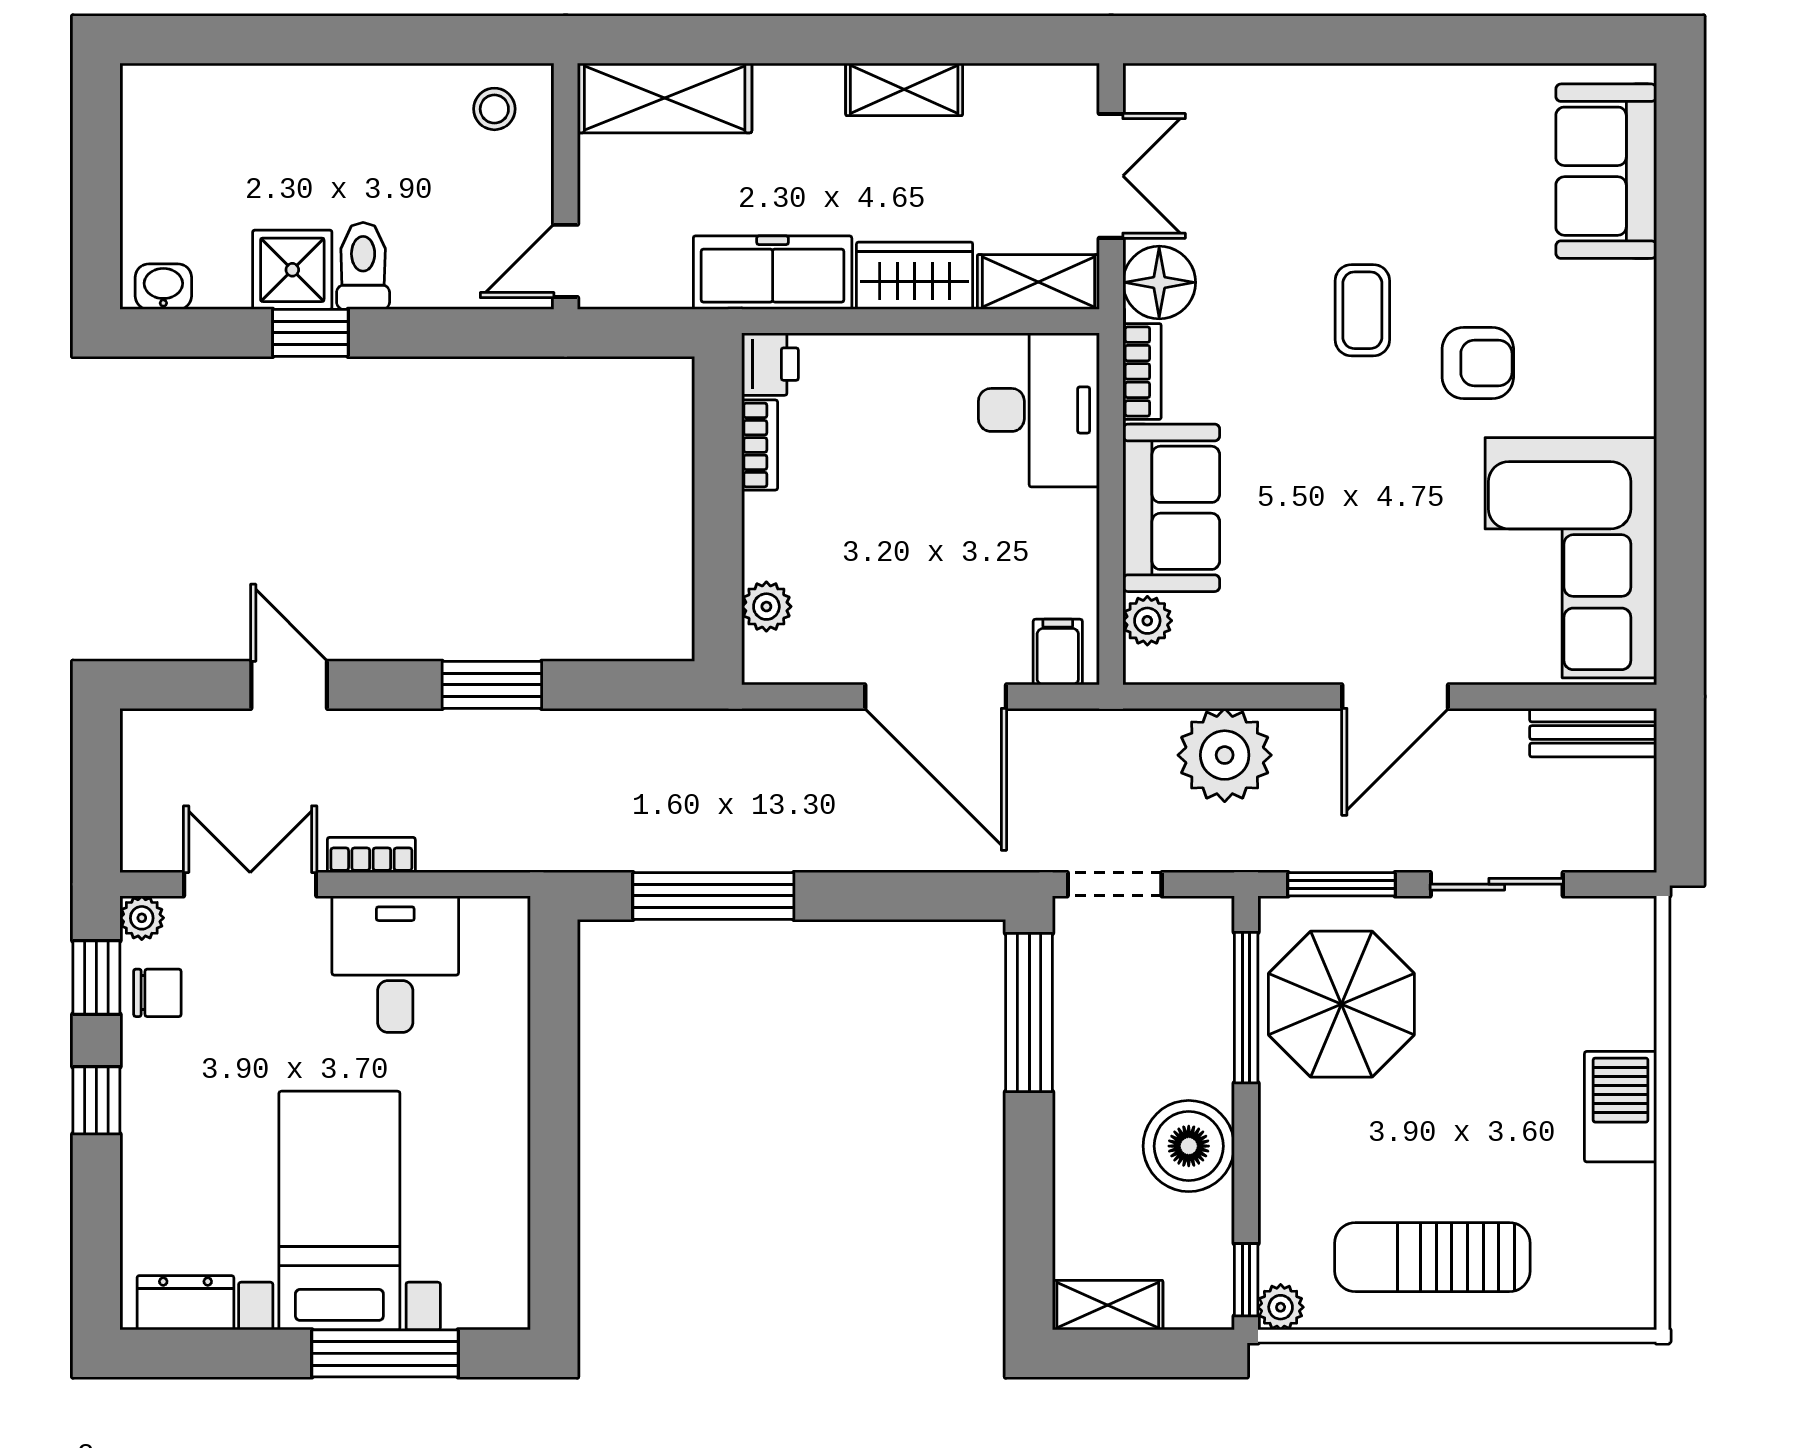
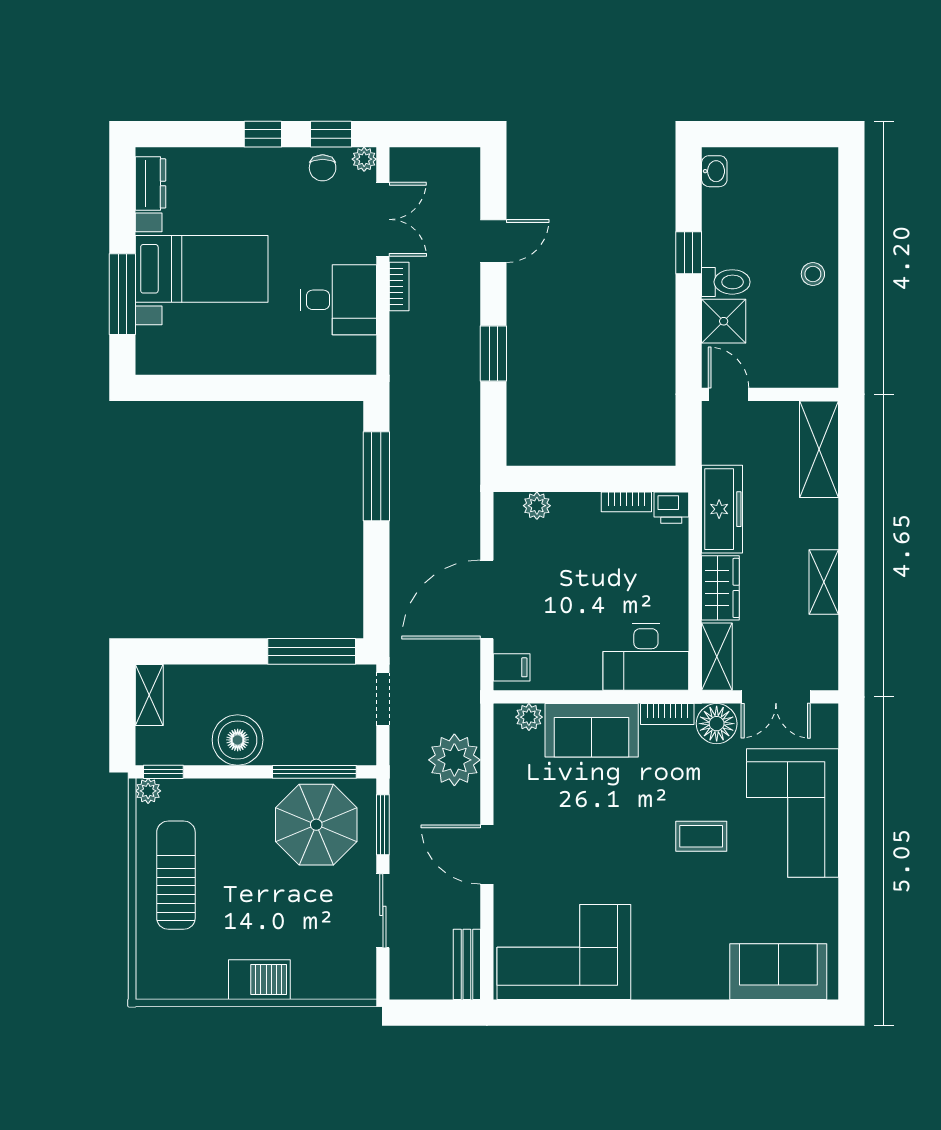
stool: (494, 109) -> (813, 274), moved
corner sofa: (1320, 146) -> (792, 813), added
shower: (292, 270) -> (724, 321), moved
armchair: (1478, 363) -> (672, 900), removed

